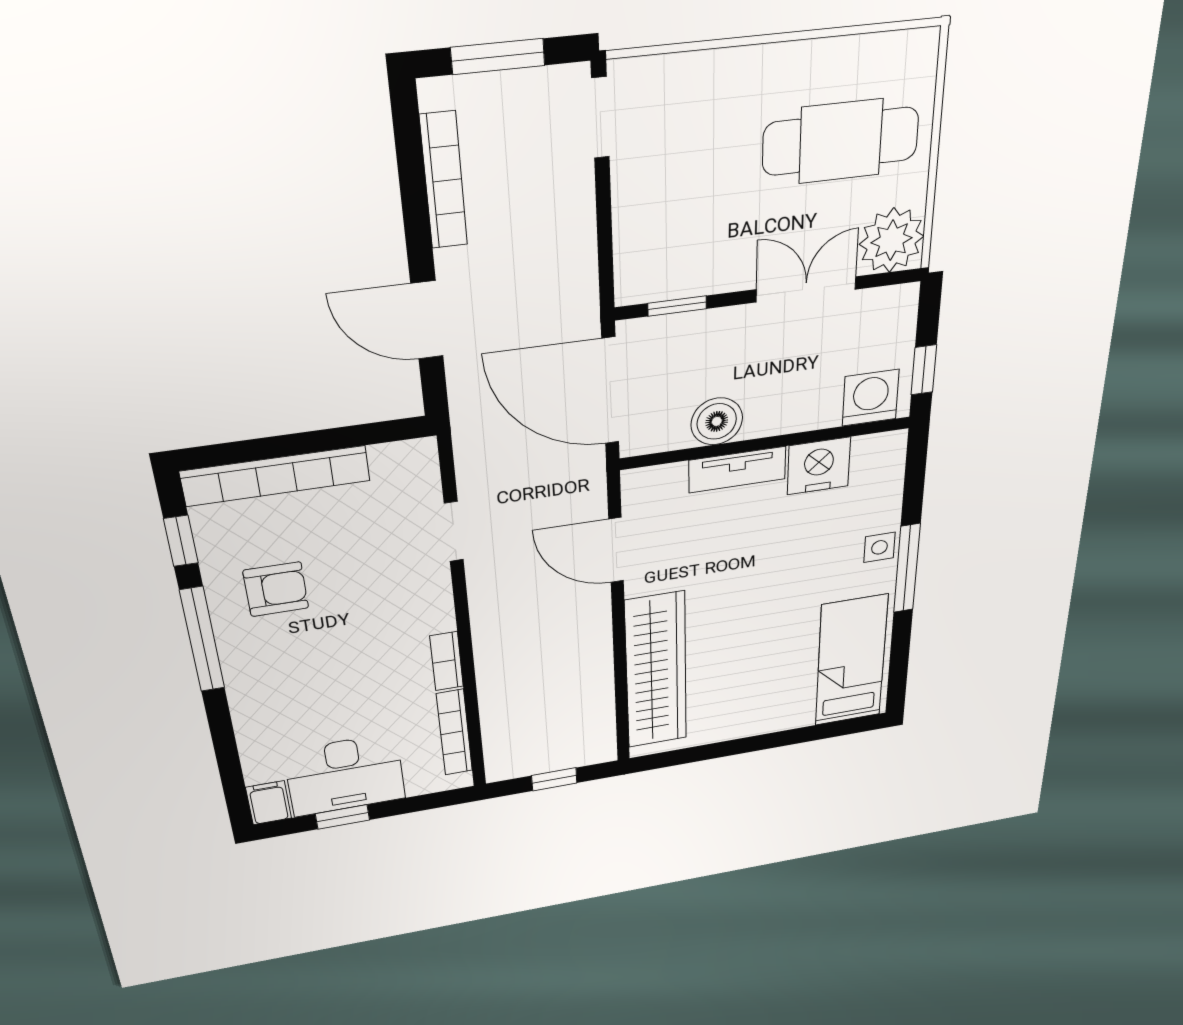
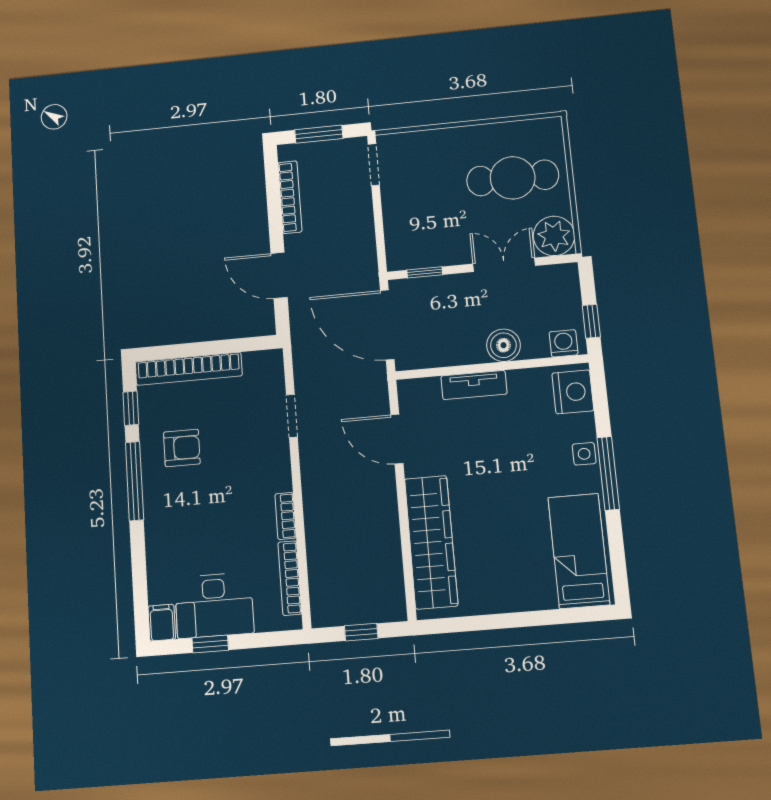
washing machine: (871, 398) -> (564, 343), width x0.73, depth x0.73
boiler: (717, 421) -> (503, 345), moved
nightstand: (819, 466) -> (573, 392), moved, turned 90

